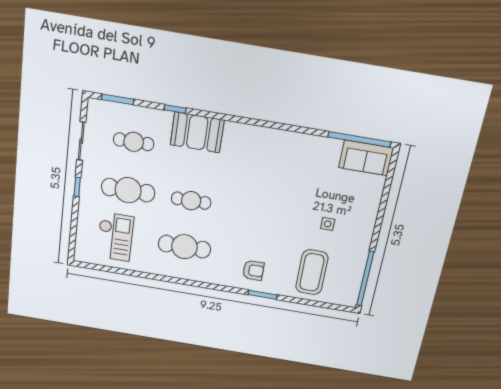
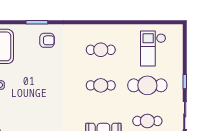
cafe table: (184, 247) -> (101, 50), width x0.73, depth x0.74
armchair: (253, 270) -> (47, 40), turned 180

